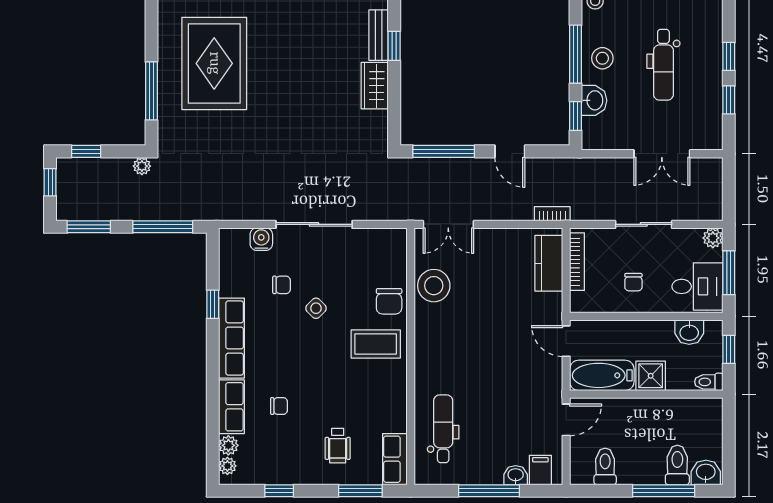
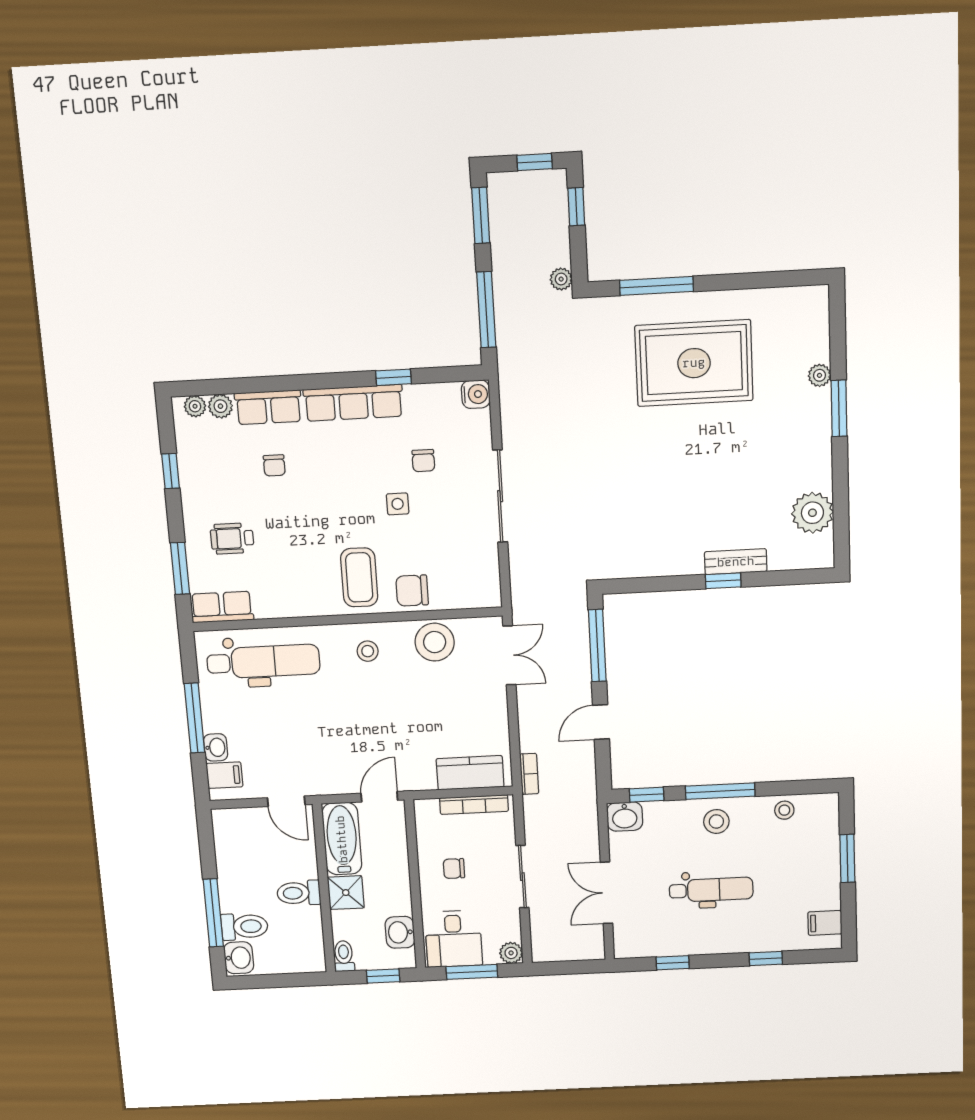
window: (729, 56) -> (766, 959), moved
dental chair: (663, 65) -> (711, 890), turned 180
wardrobe: (375, 86) -> (674, 560), removed
washbasin: (594, 100) -> (625, 817), moved
double door: (448, 224) -> (509, 655), swing flipped
water cooler: (261, 239) -> (476, 394), moved
side table: (316, 308) -> (398, 504), turned 45
stool: (439, 342) -> (368, 651), added
dental chair: (443, 429) -> (263, 662), width x1.36, depth x1.38
toilet: (605, 466) -> (299, 893), moved, turned 180

